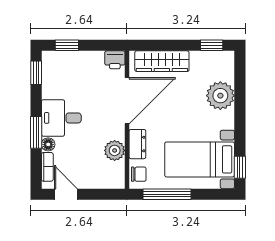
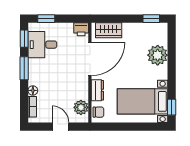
wardrobe: (162, 61) -> (109, 30), width x0.67
desk: (61, 118) -> (42, 45), moved
window: (36, 132) -> (24, 68), moved
plant: (115, 150) -> (81, 107), moved
door: (66, 194) -> (60, 127), moved
window: (167, 194) -> (119, 127), removed

